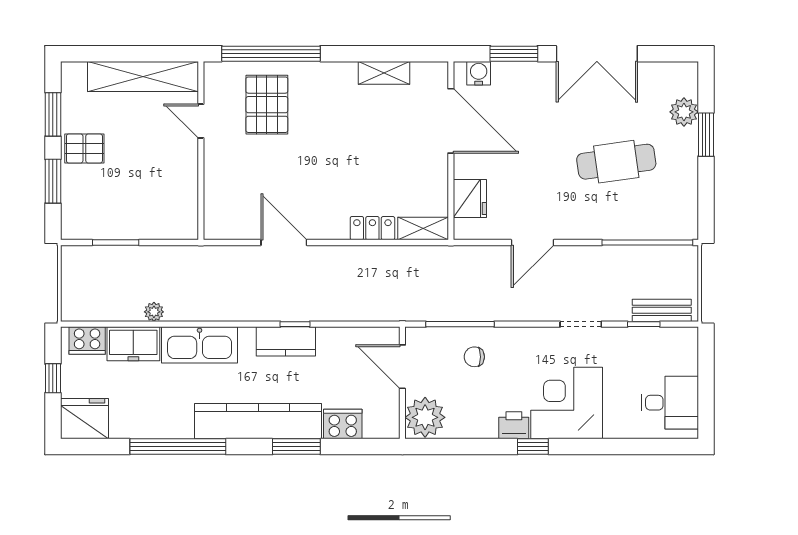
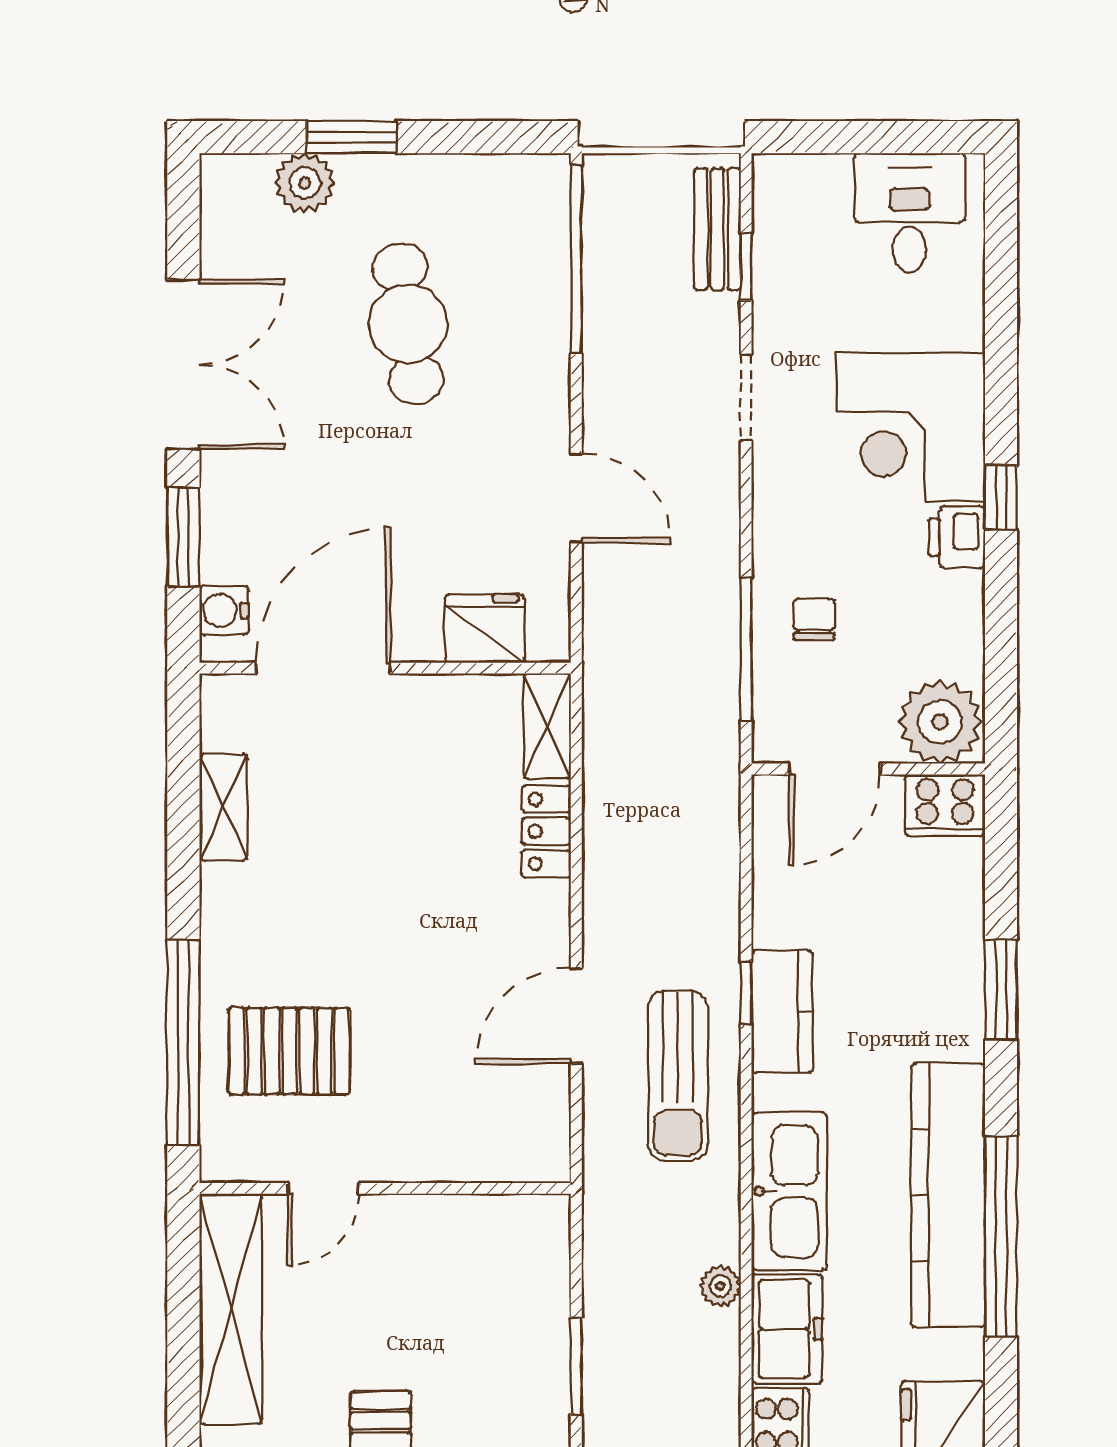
sun lounger: (255, 291) -> (678, 1076), added
chair: (474, 357) -> (814, 619), turned 180
kitchen counter: (258, 421) -> (948, 1195), moved
cooker: (343, 424) -> (945, 805), moved, turned -90

